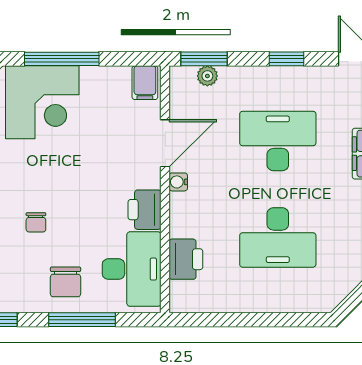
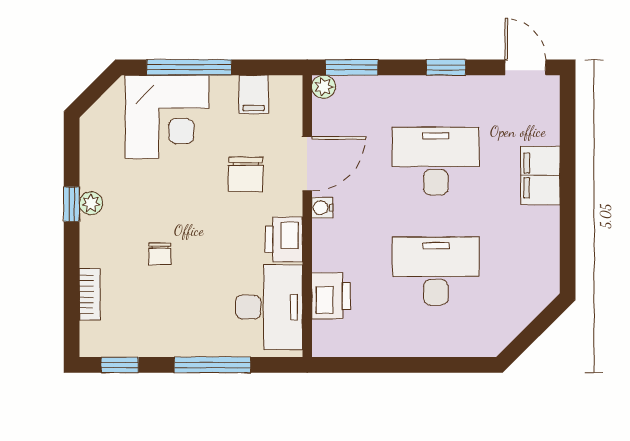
plant: (207, 76) -> (324, 87), moved
filing cabinet: (145, 83) -> (254, 94), moved
desk: (278, 237) -> (436, 271), turned 180
chair: (66, 282) -> (246, 174), moved

